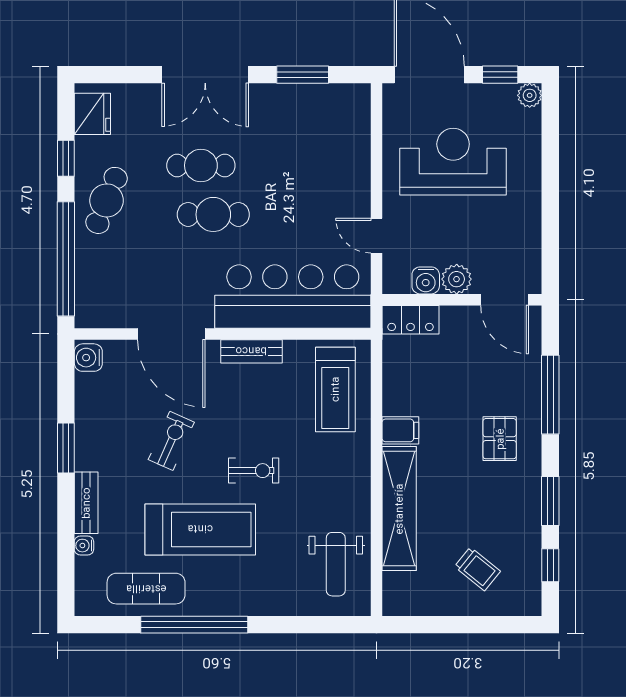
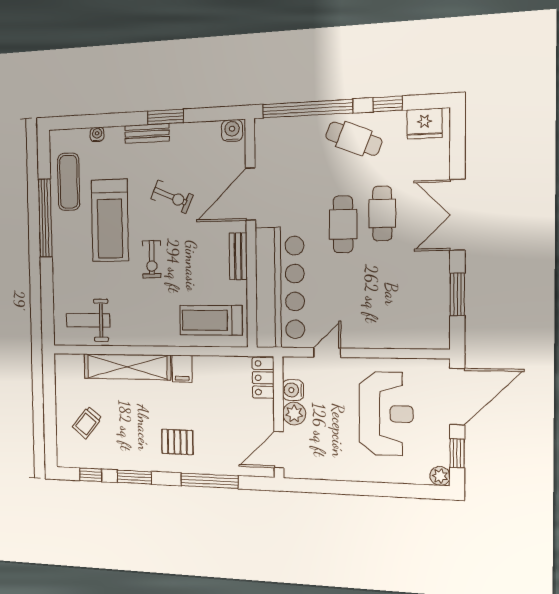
bench: (86, 503) -> (147, 133), moved

